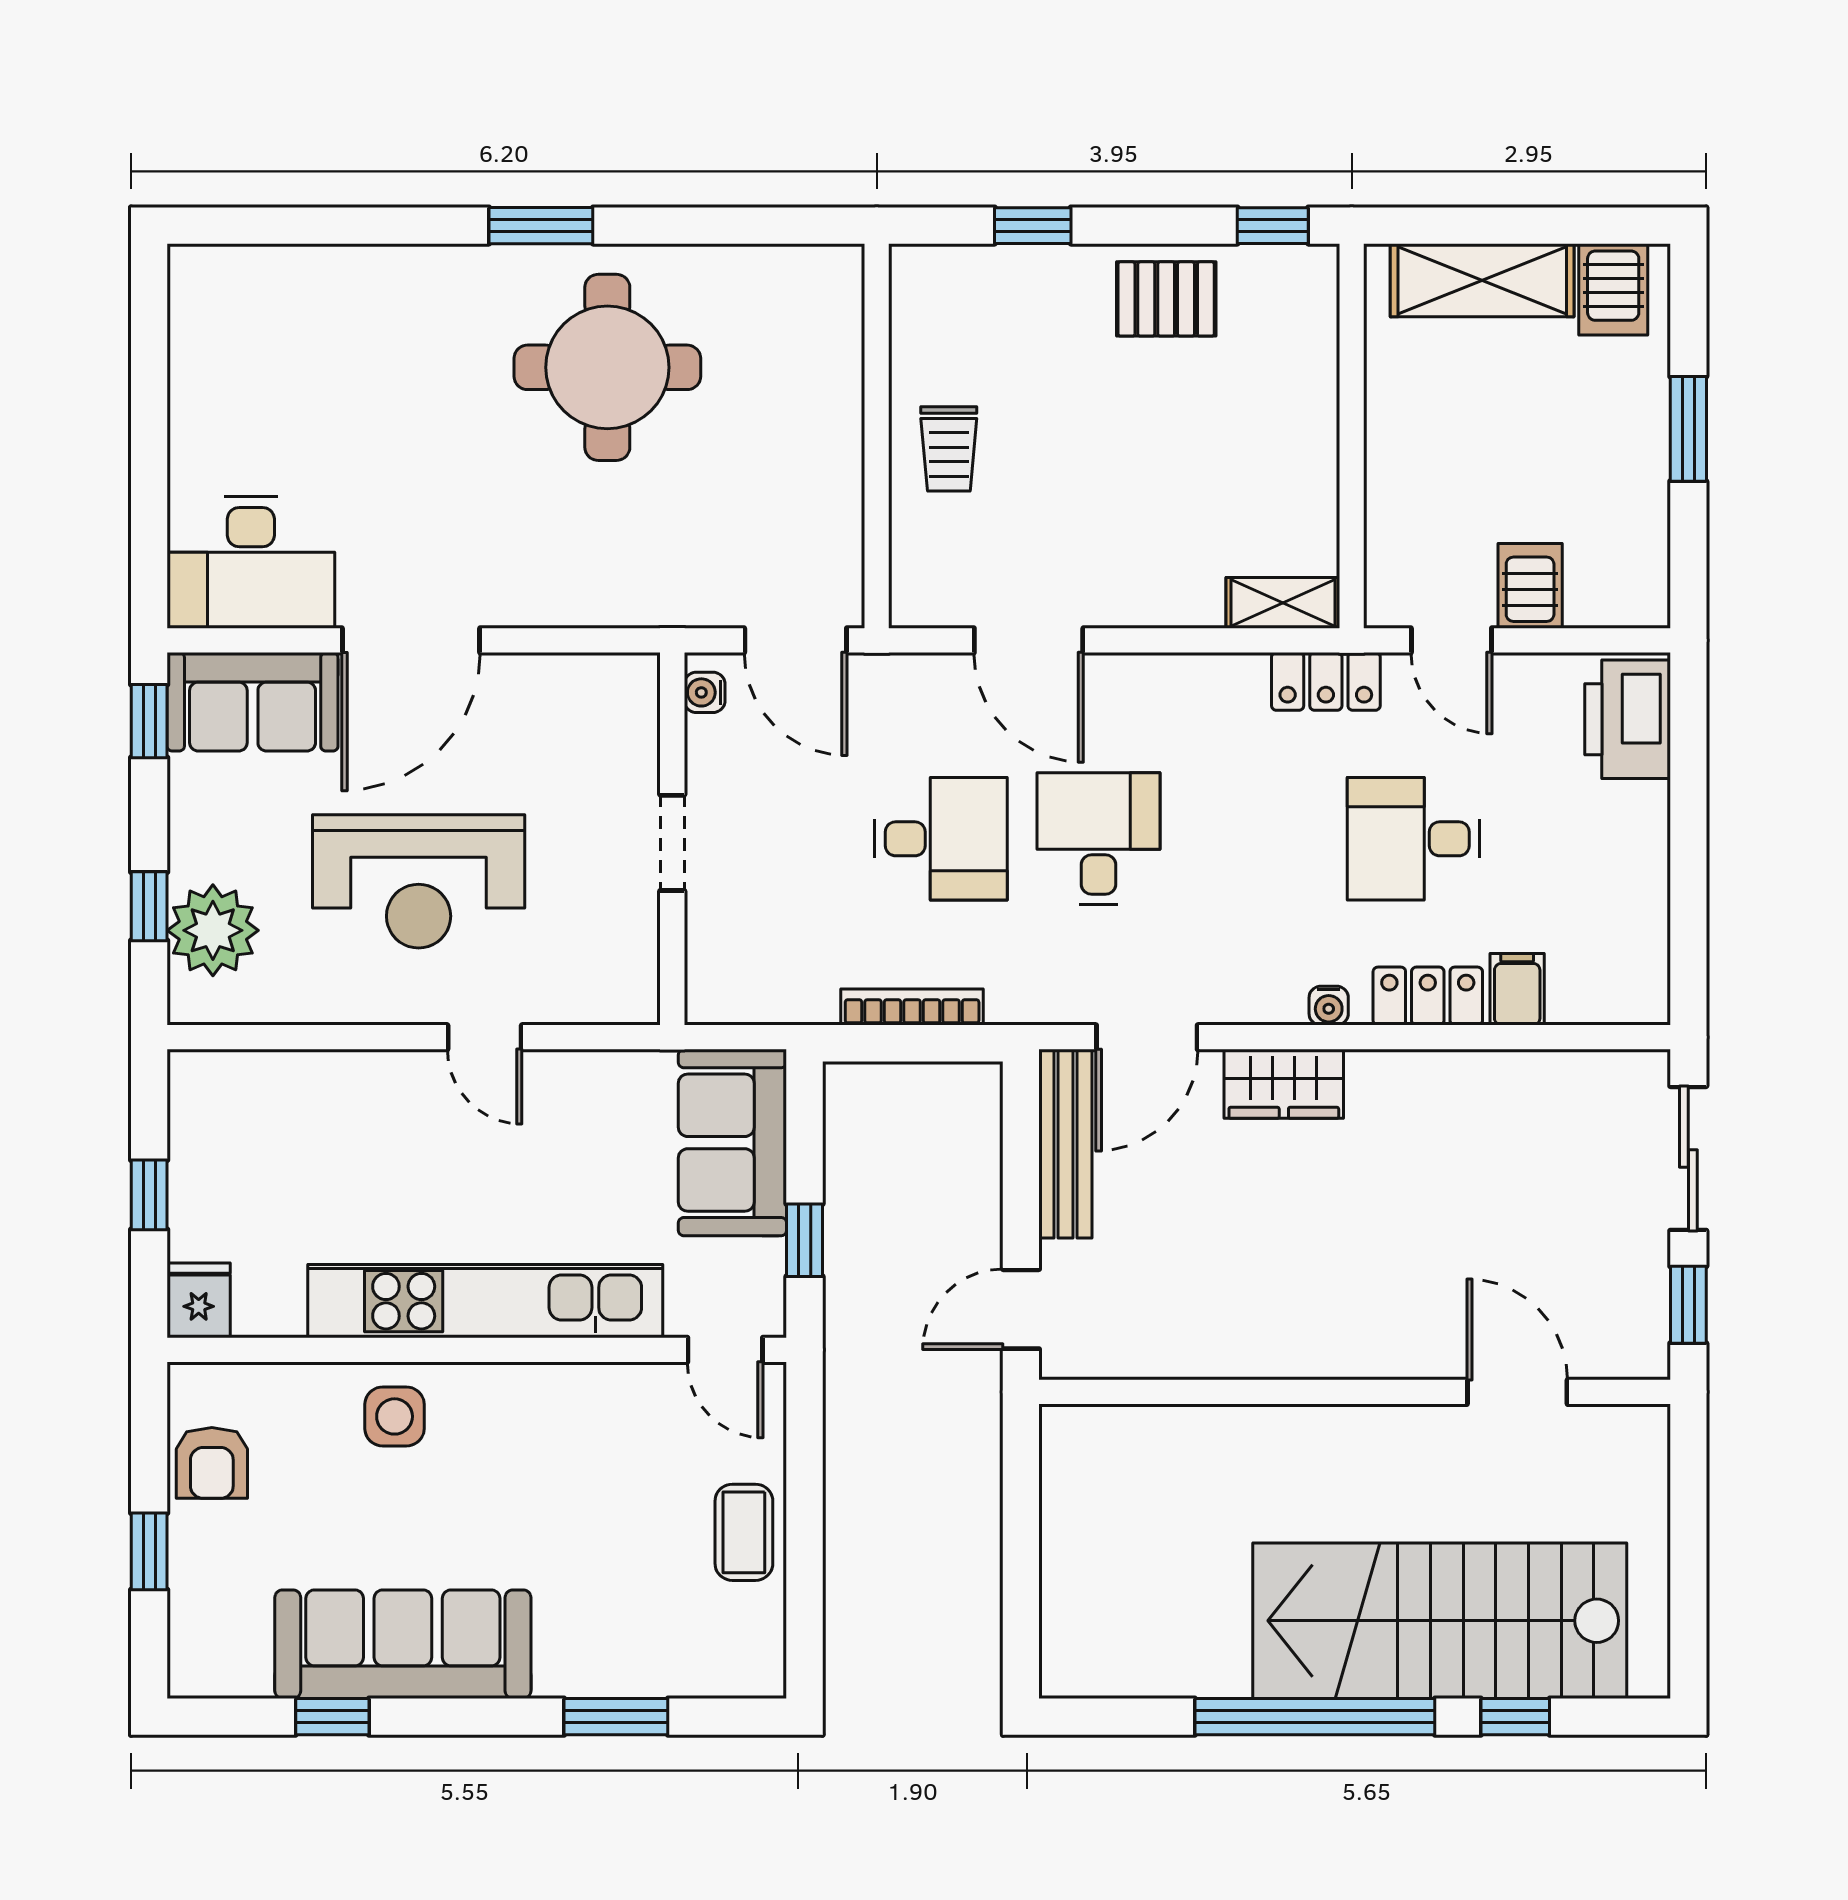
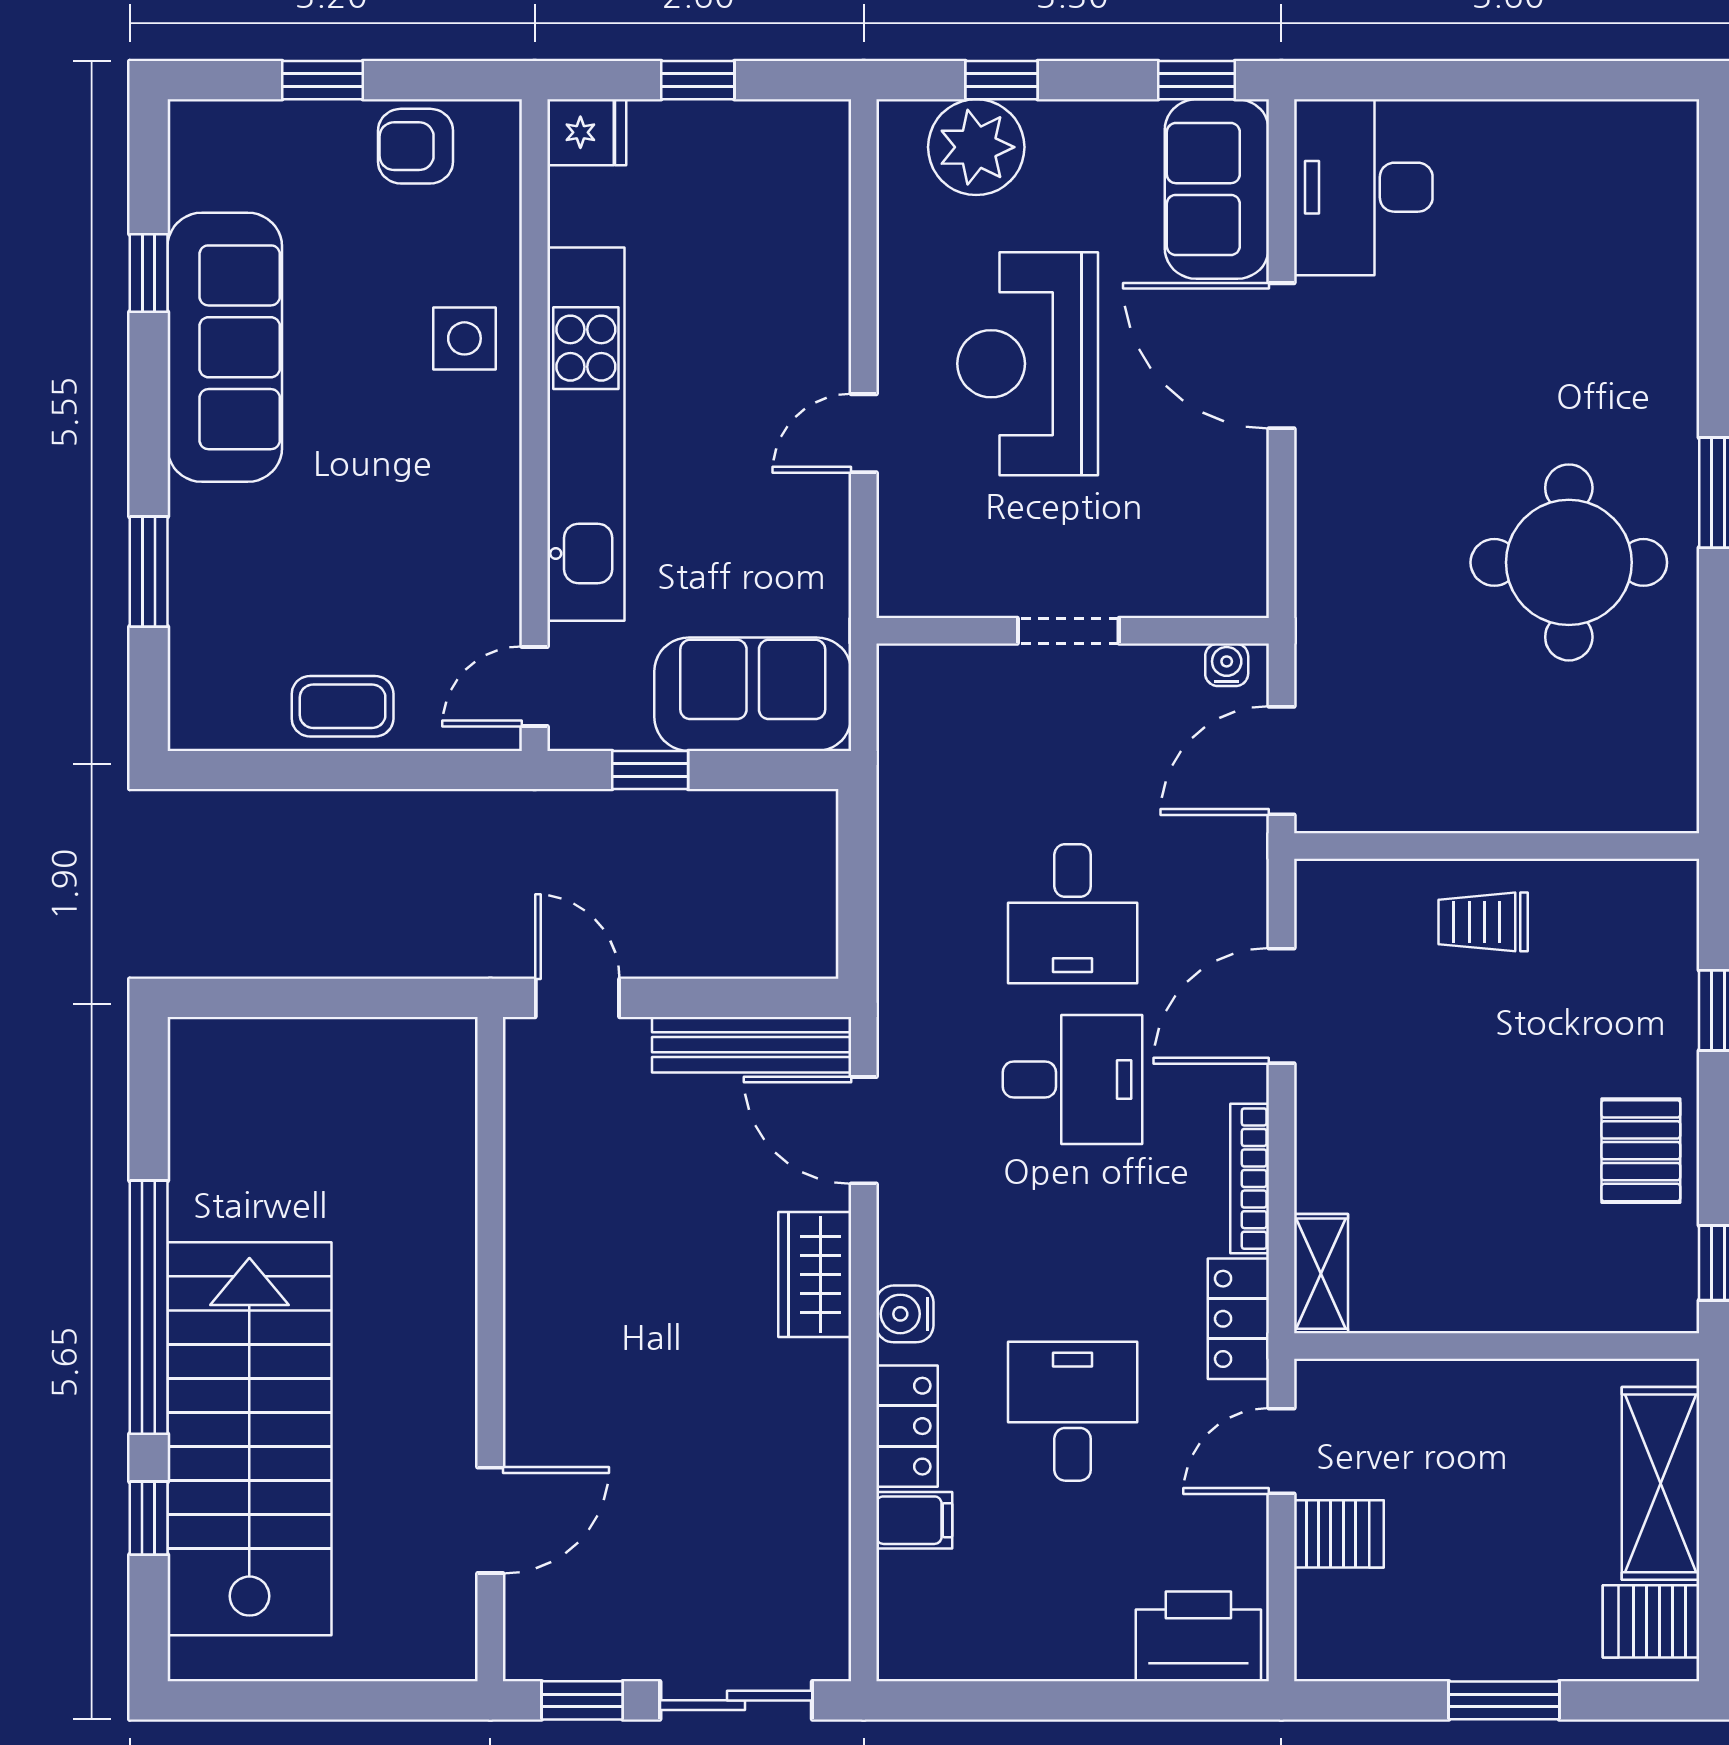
water cooler: (1329, 1006) -> (905, 1314), width x1.38, depth x1.38
bookcase: (912, 1007) -> (1250, 1179), moved, turned 180

